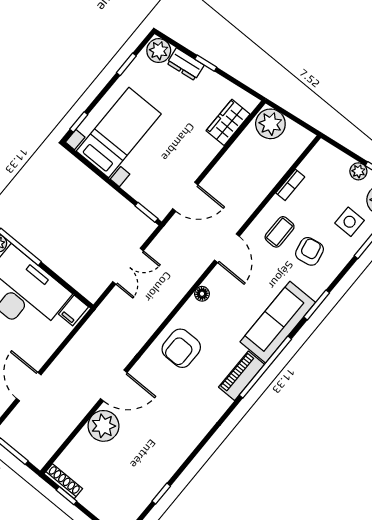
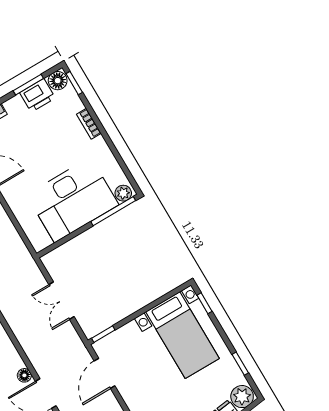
floor lamp: (202, 294) -> (24, 375), moved
filing cabinet: (73, 310) -> (40, 238), removed

